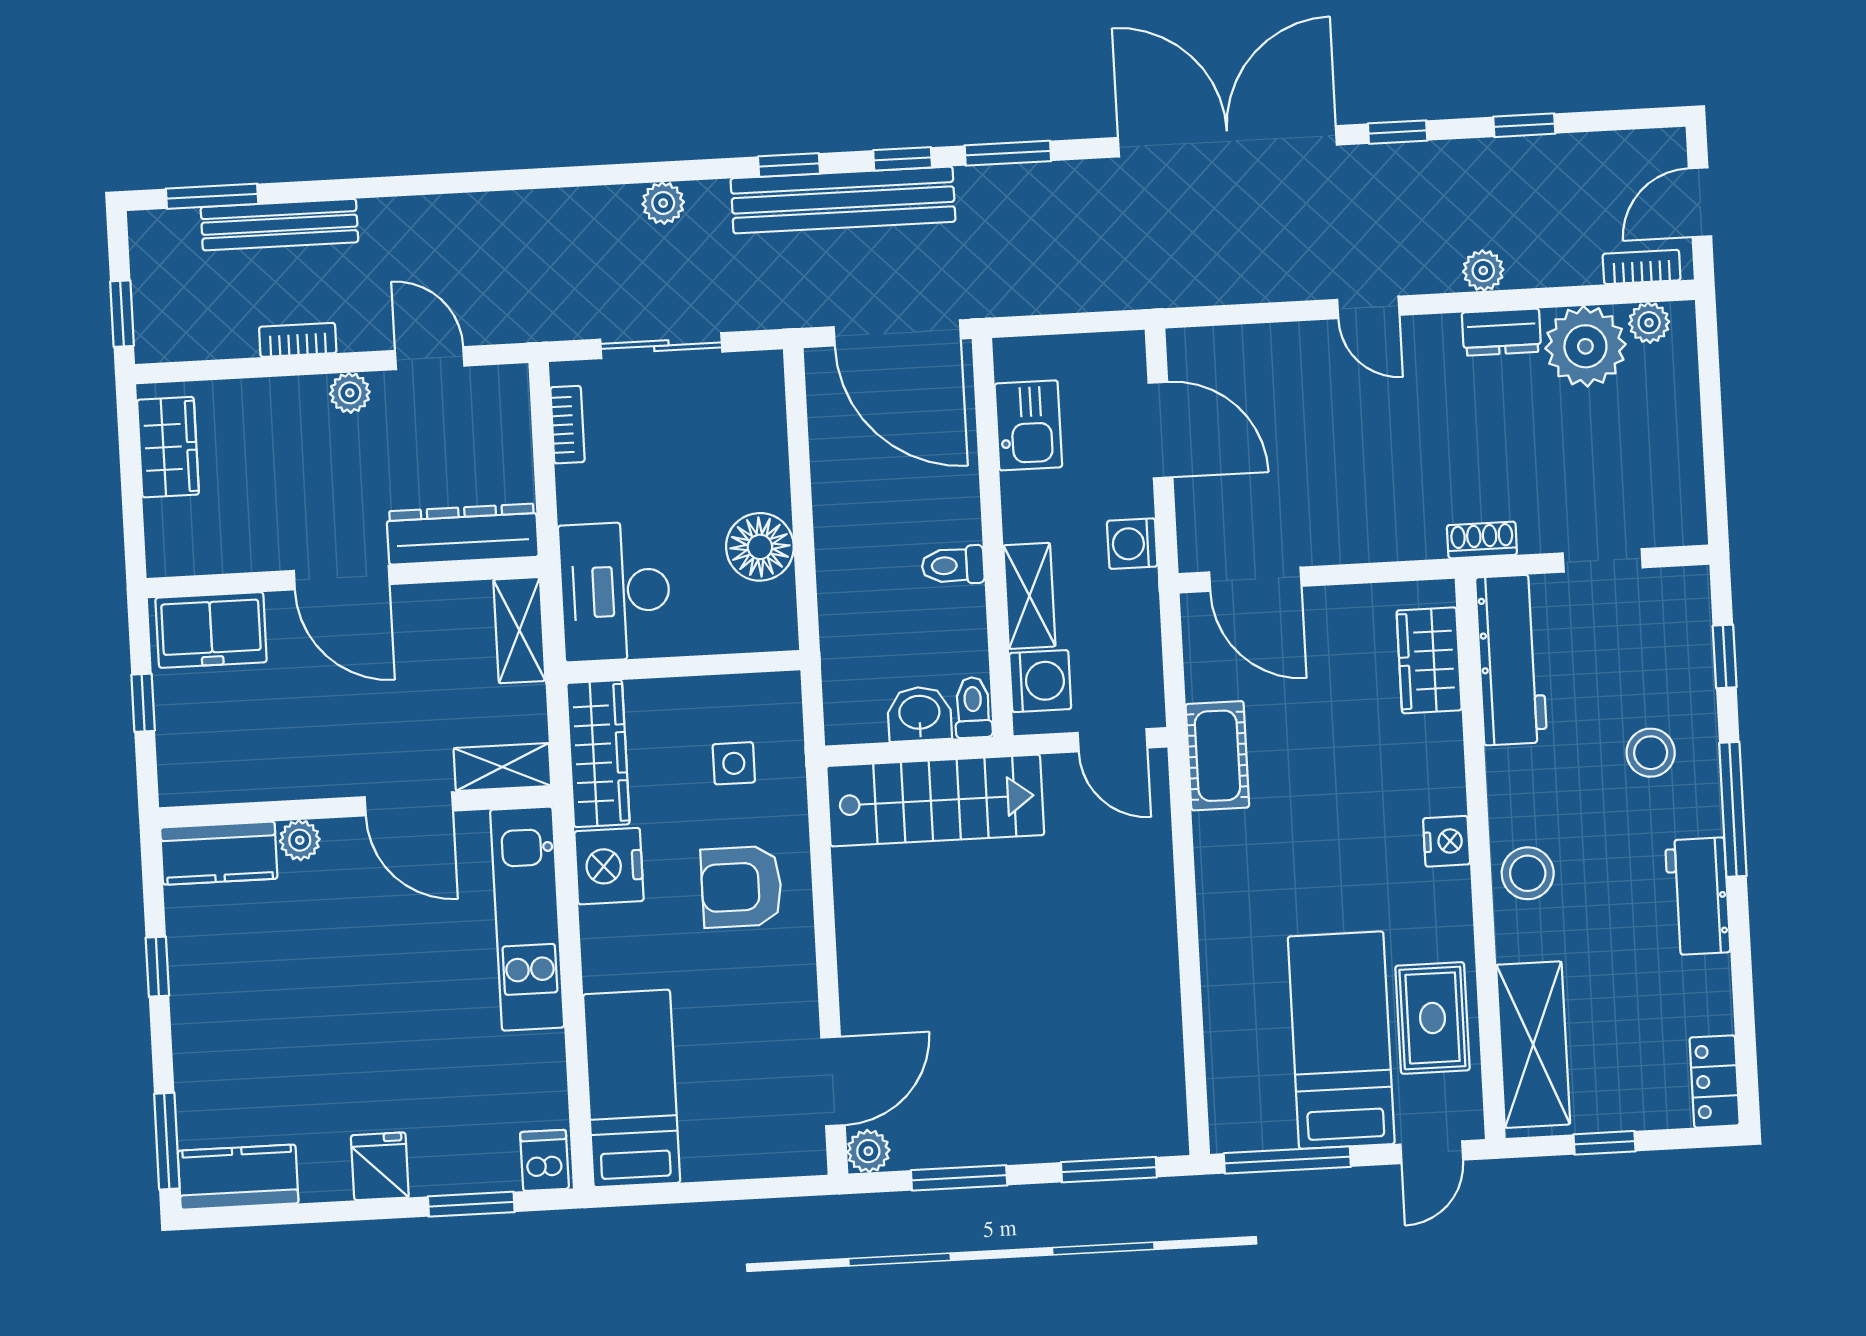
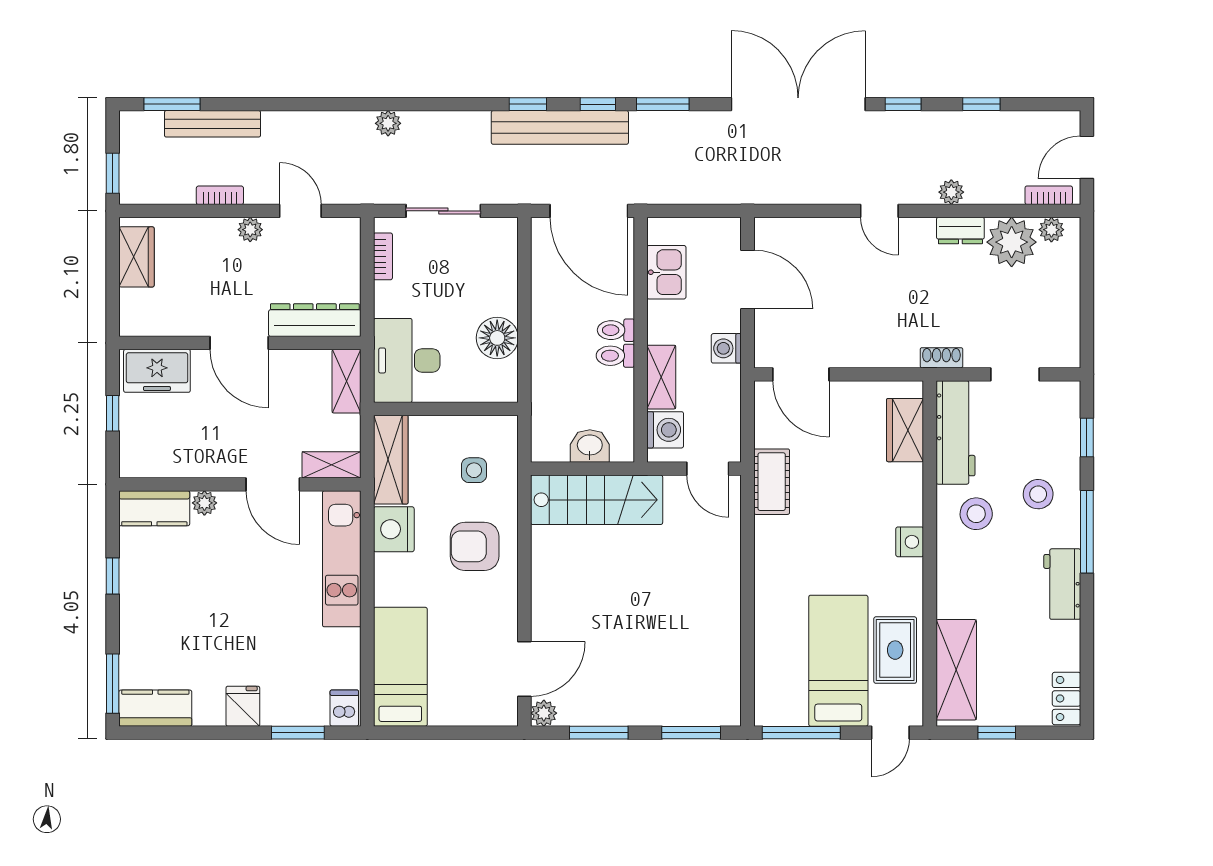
plant: (663, 203) -> (388, 123), moved
toilet: (973, 707) -> (616, 330), moved, turned -90
stool: (1528, 873) -> (976, 514), moved

